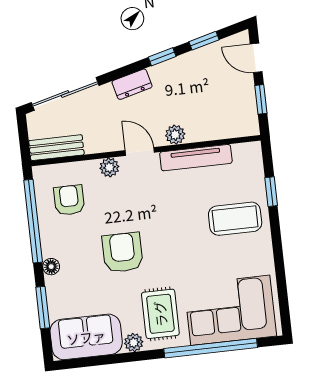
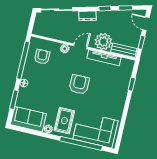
plant: (175, 135) -> (103, 42), width x1.88, depth x1.88
bench: (56, 148) -> (124, 50), moved
door: (140, 151) -> (80, 46), hinge flipped
coffee table: (235, 219) -> (112, 91), removed
armchair: (123, 253) -> (79, 84), moved

